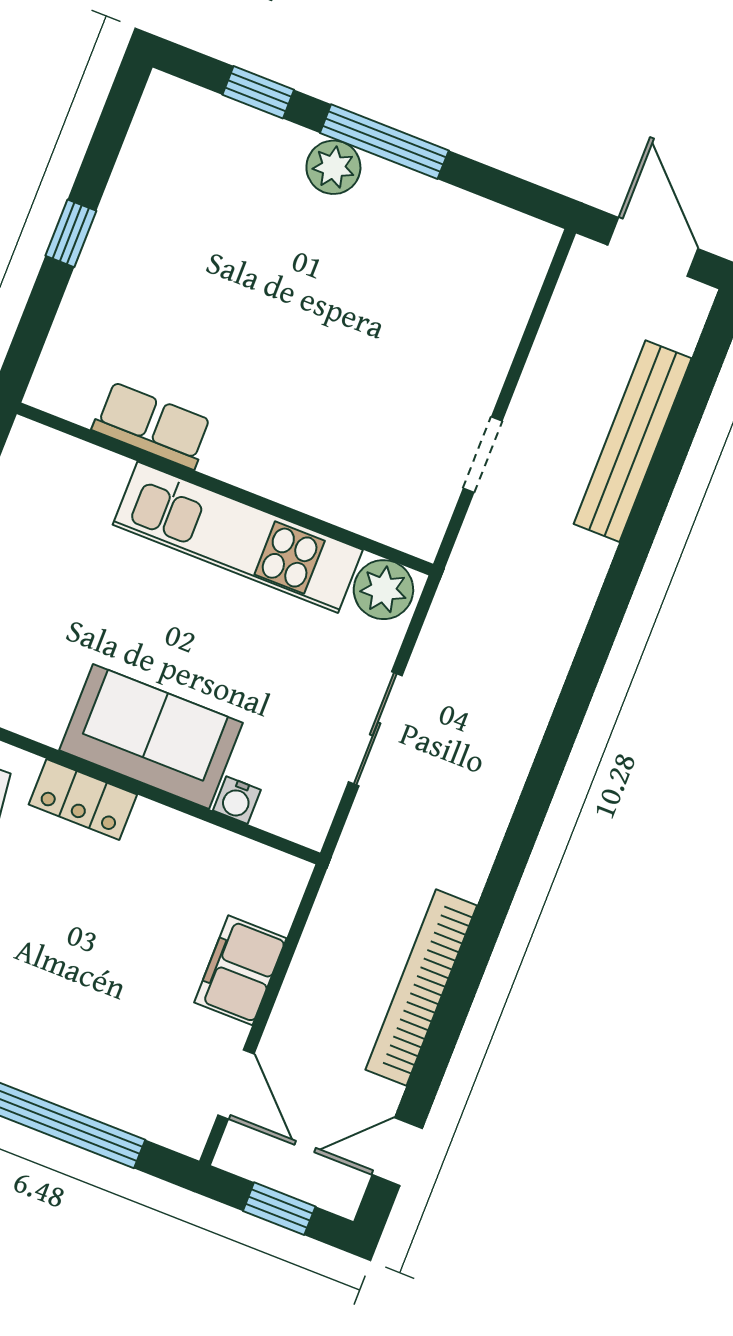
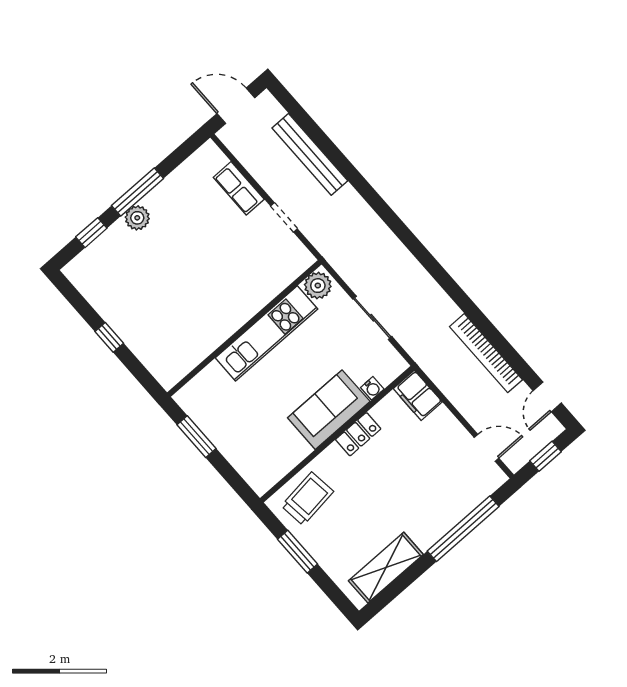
row of seats: (152, 425) -> (239, 188), moved, turned -90
locker: (83, 799) -> (358, 434), moved
filing cabinet: (240, 970) -> (418, 395), moved

